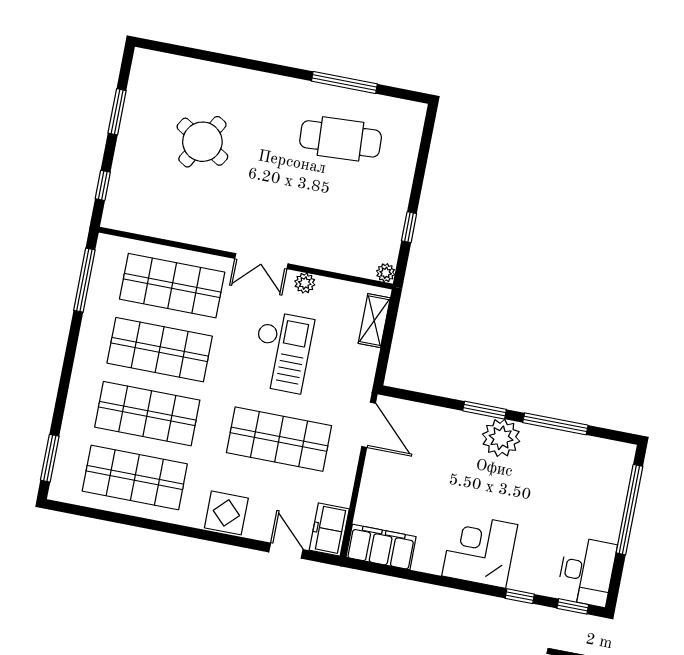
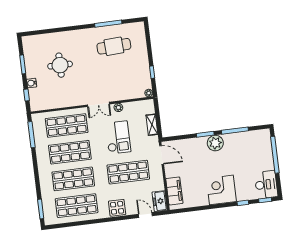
round table: (202, 142) -> (60, 65), turned -31
water cooler: (124, 162) -> (32, 83), added
shelving: (374, 321) -> (152, 125), moved
filing cabinet: (381, 547) -> (174, 191), moved, turned 90

